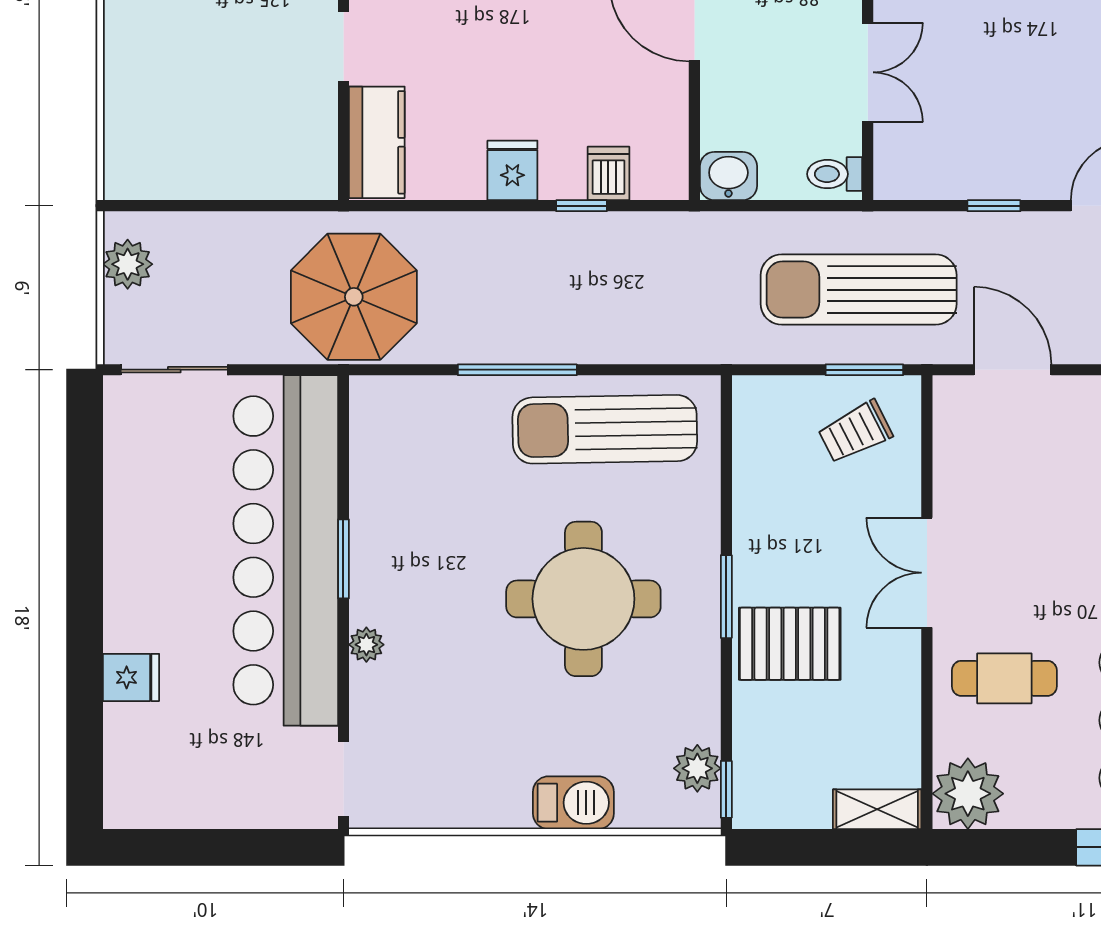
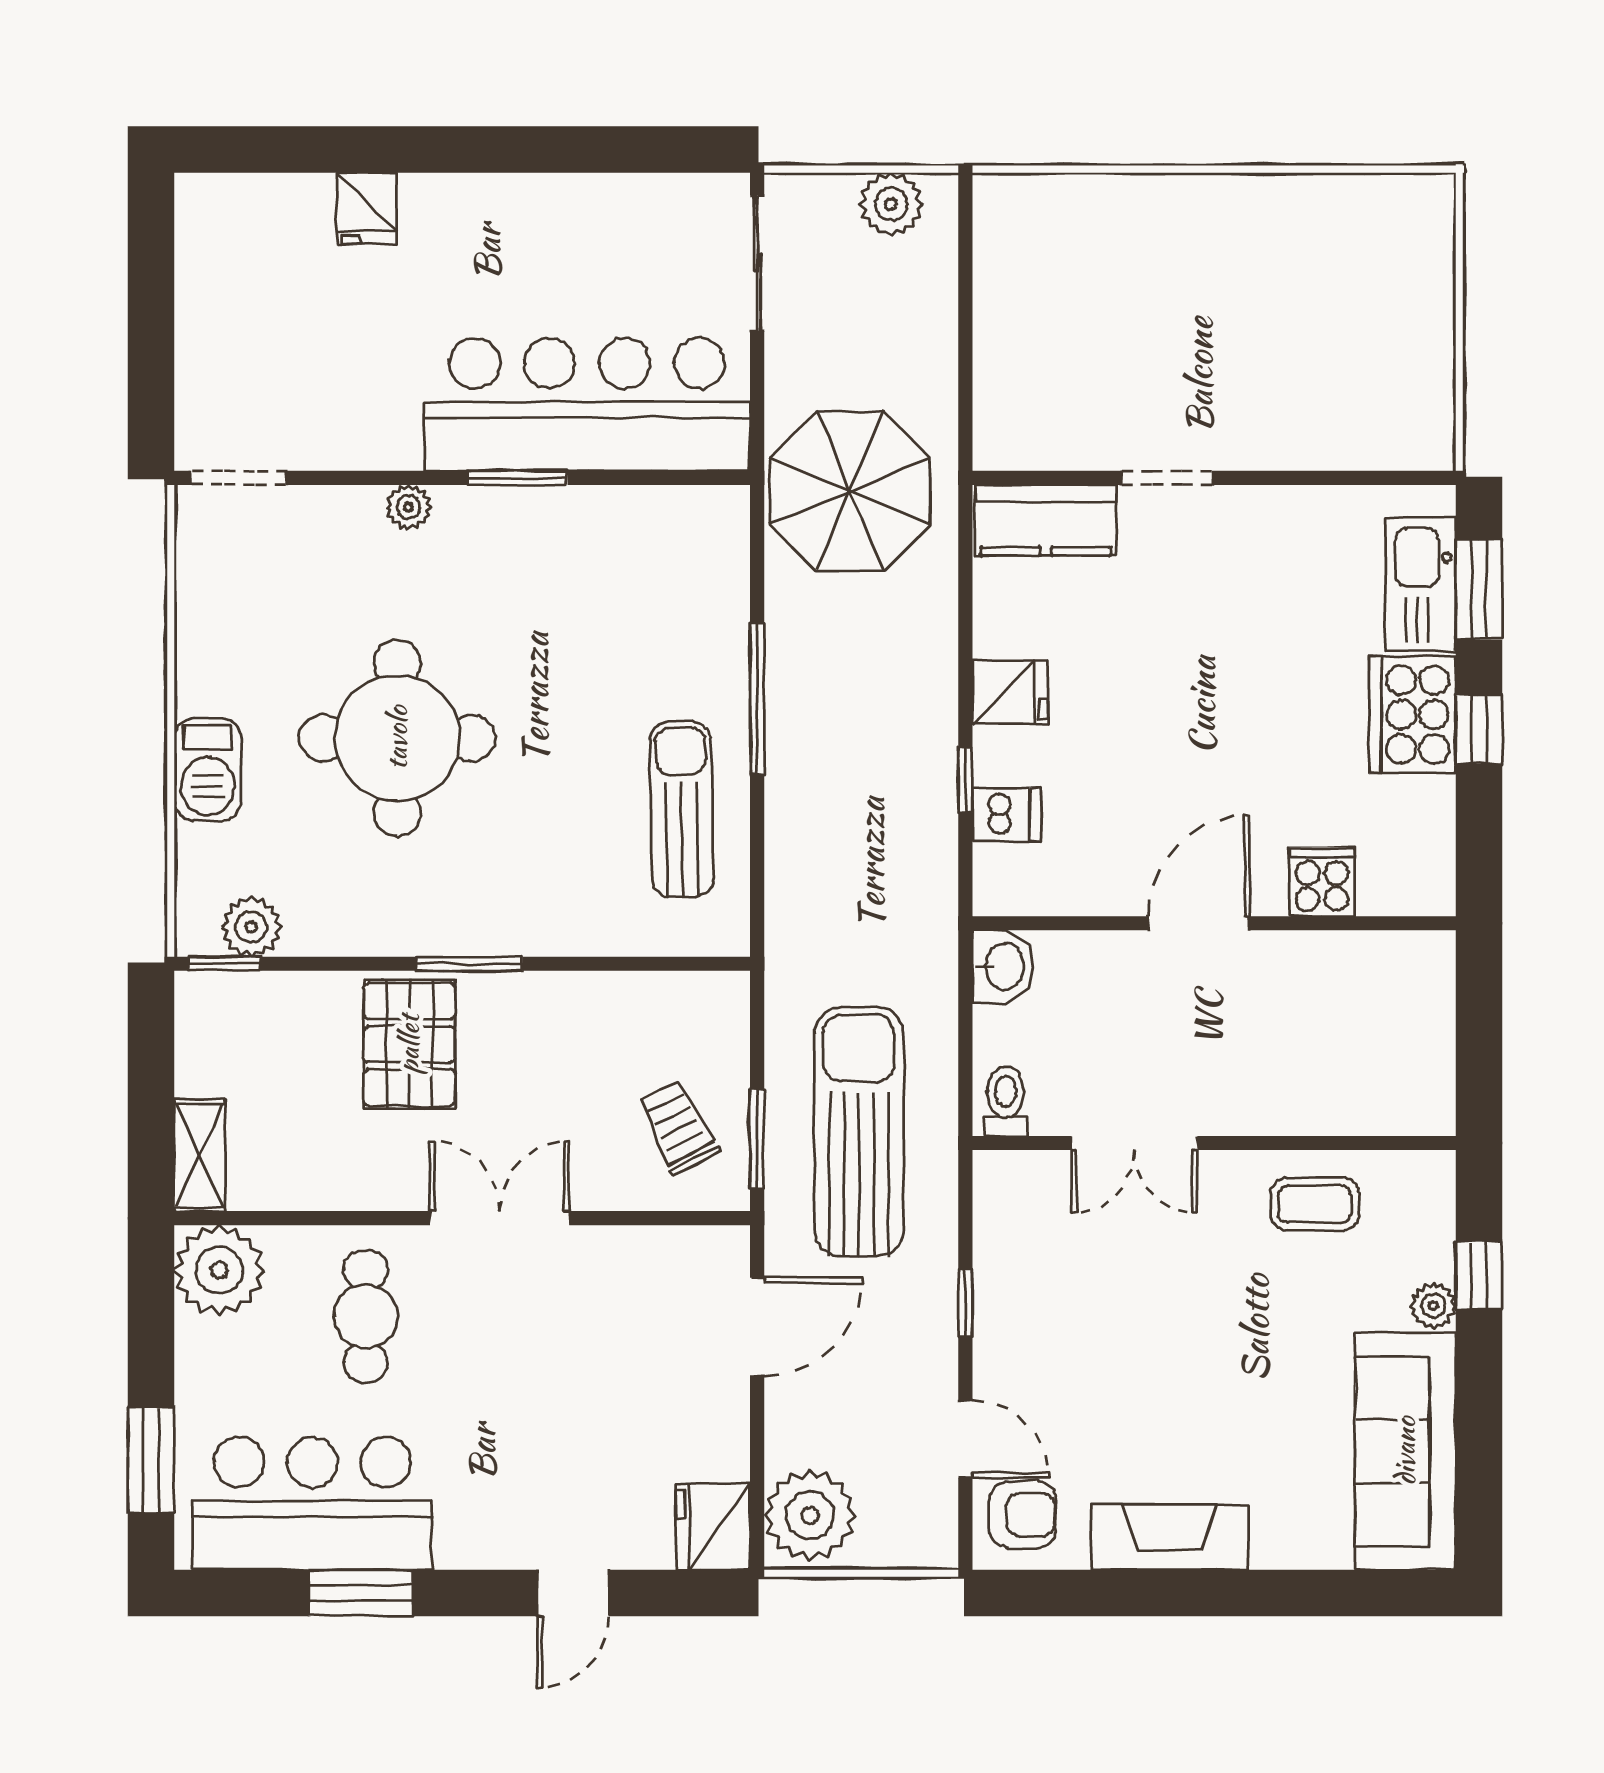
sun lounger: (605, 429) -> (682, 809), width x0.73, depth x0.75
bar counter: (286, 550) -> (587, 405), width x0.73
round table: (583, 599) -> (397, 738), moved

